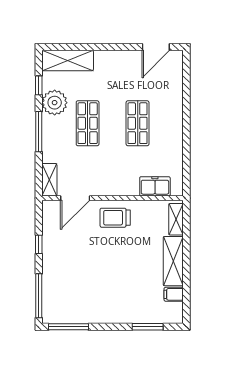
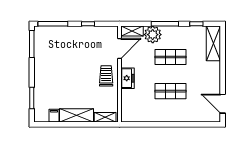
plant: (55, 103) -> (153, 35), moved
freezer: (155, 186) -> (128, 78), moved
door: (75, 198) -> (119, 49), swing flipped

